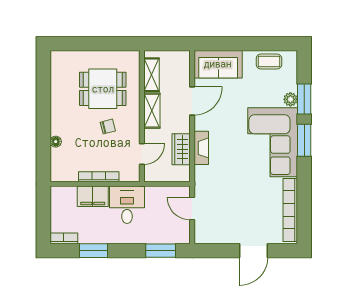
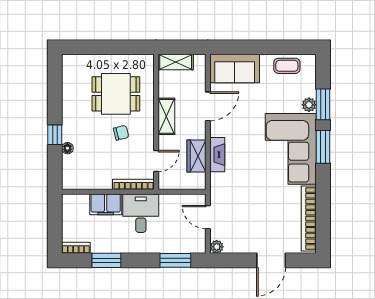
shelving: (152, 75) -> (176, 62), moved, turned 90
window: (43, 128) -> (55, 135), added
bookcase: (99, 177) -> (133, 184), moved
plant: (201, 237) -> (217, 247), added

